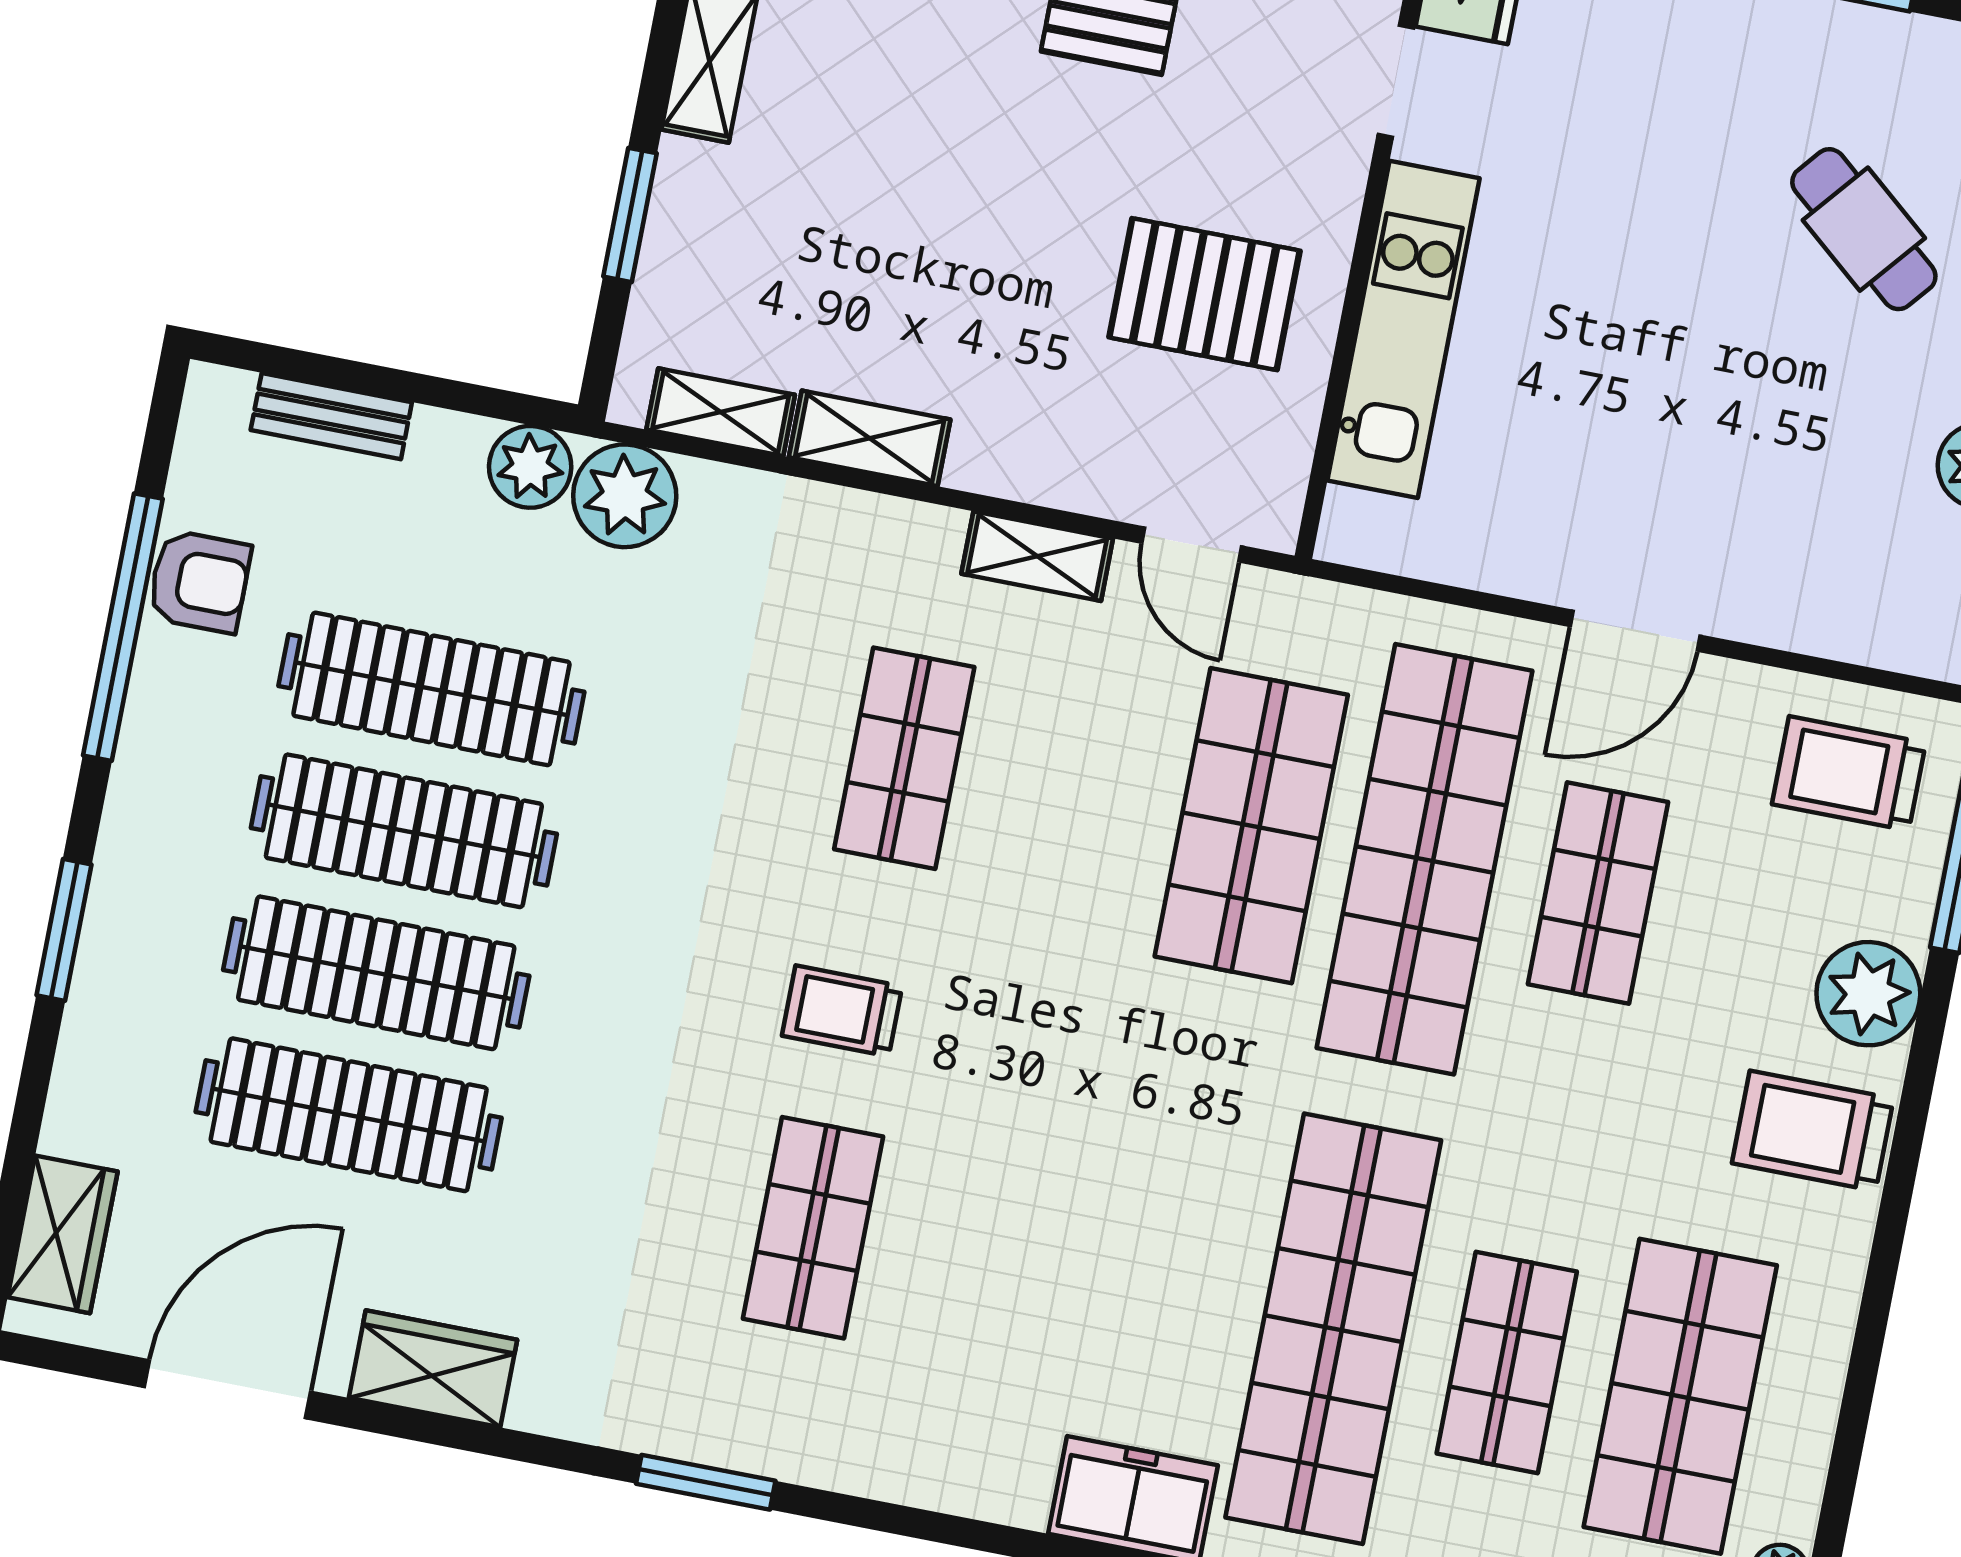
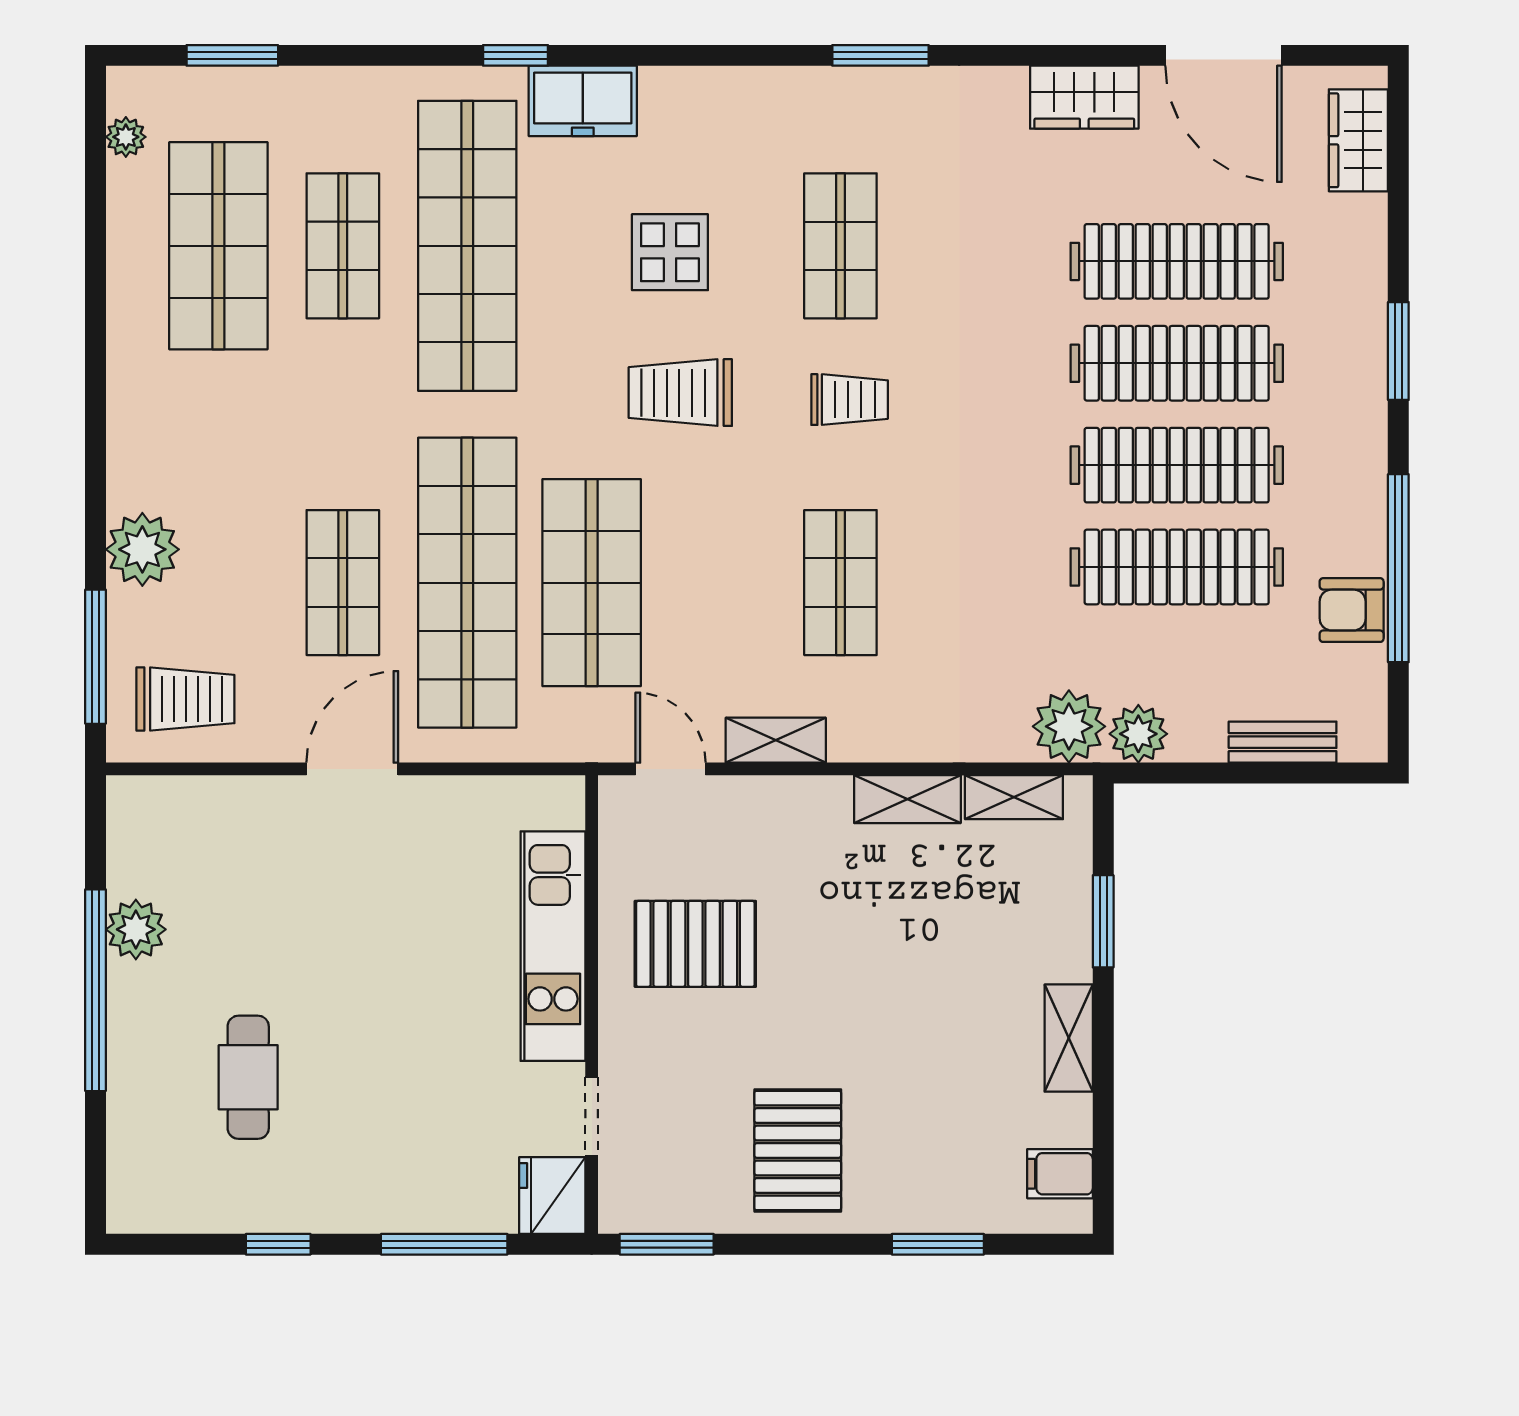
cafe table: (1864, 229) -> (248, 1077), turned 50
trolley: (1813, 1131) -> (680, 393), moved, turned 180
display table: (1053, 1265) -> (670, 252), added
door: (227, 1389) -> (1224, 55), hinge flipped

